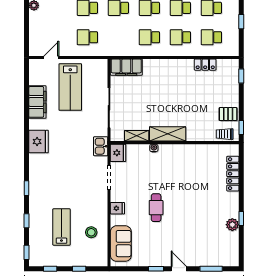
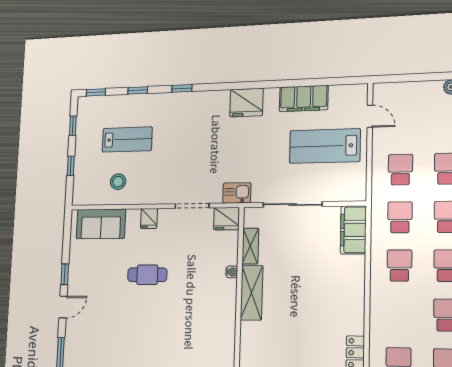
school desk: (180, 37) -> (400, 217), moved

